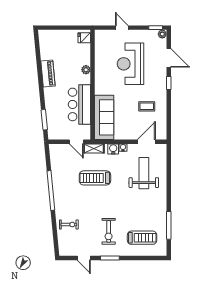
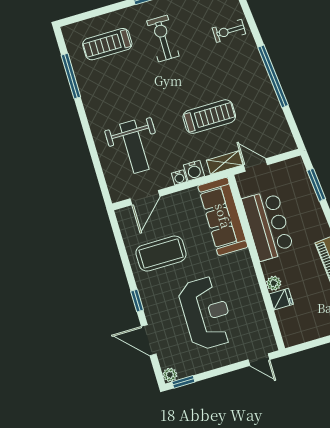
door: (122, 28) -> (259, 360), moved
fridge: (84, 38) -> (281, 299), moved
coffee table: (147, 106) -> (161, 254), width x1.86, depth x1.72

